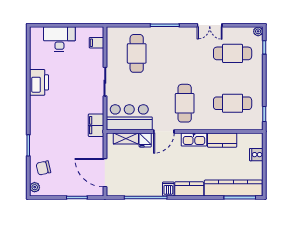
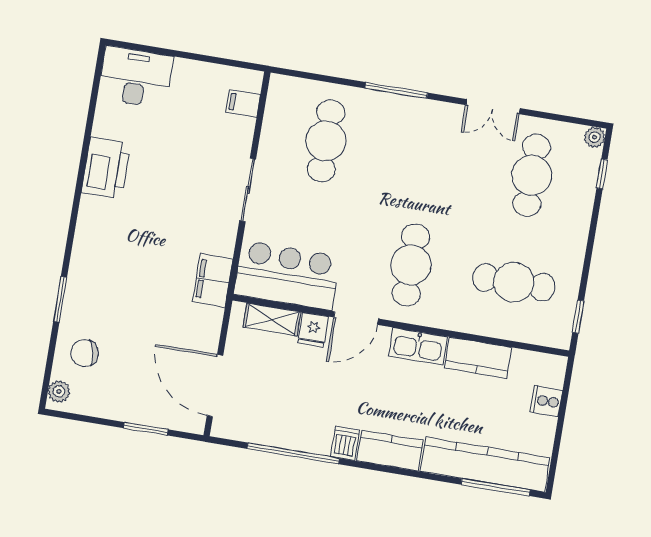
desk: (59, 39) -> (136, 77), moved
cafe table: (233, 53) -> (532, 175), turned 90

